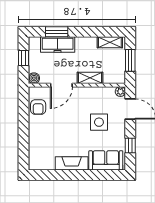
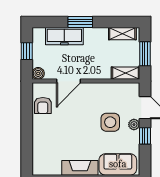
window: (57, 32) -> (80, 22), moved
shelving: (90, 78) -> (125, 73), moved
plant: (120, 92) -> (134, 125), moved
window: (130, 145) -> (145, 136), moved

